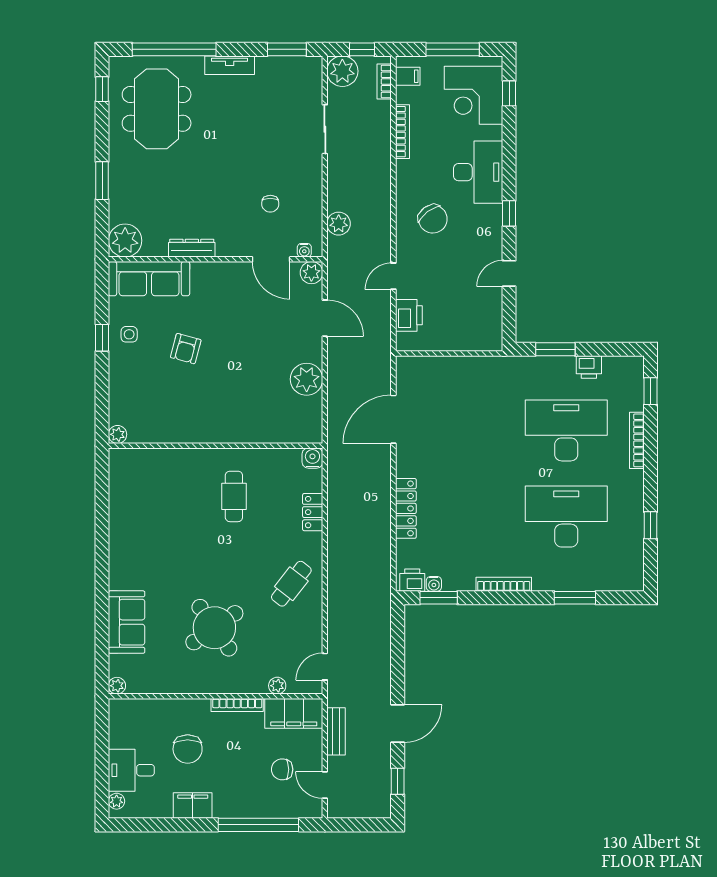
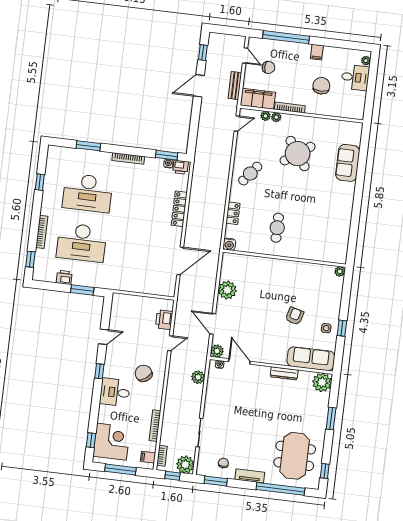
desk: (478, 172) -> (115, 392), width x0.73
chair: (270, 204) -> (223, 463), moved
plant: (117, 686) -> (276, 117), moved
filing cabinet: (193, 806) -> (317, 52), width x0.50

